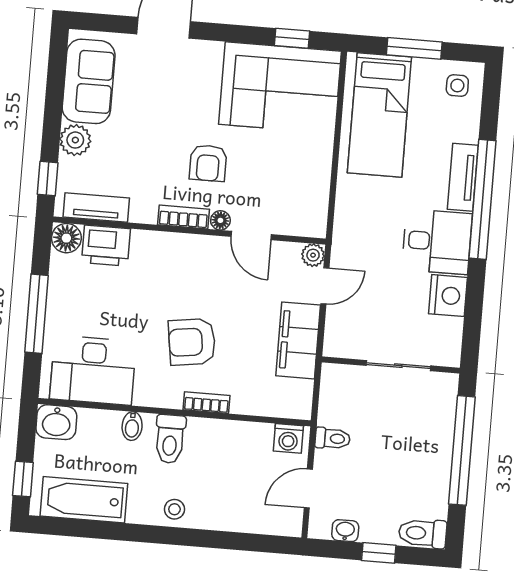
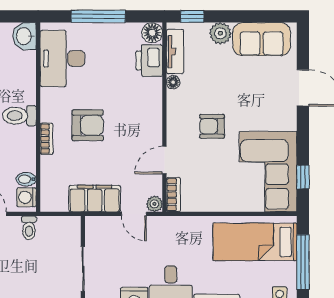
window: (414, 48) -> (303, 262), width x1.44
bookcase: (183, 217) -> (173, 195), moved
floor lamp: (220, 220) -> (173, 82), moved
armchair: (192, 342) -> (88, 125), turned 98
bidet: (132, 426) -> (26, 179), moved

